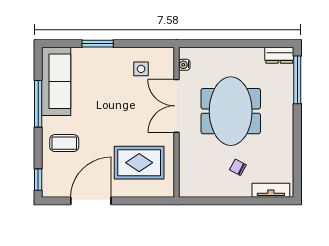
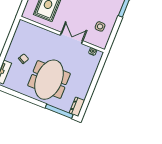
double door: (176, 106) -> (72, 38), width x0.73
meeting table: (231, 111) -> (49, 80), moved, turned 90

